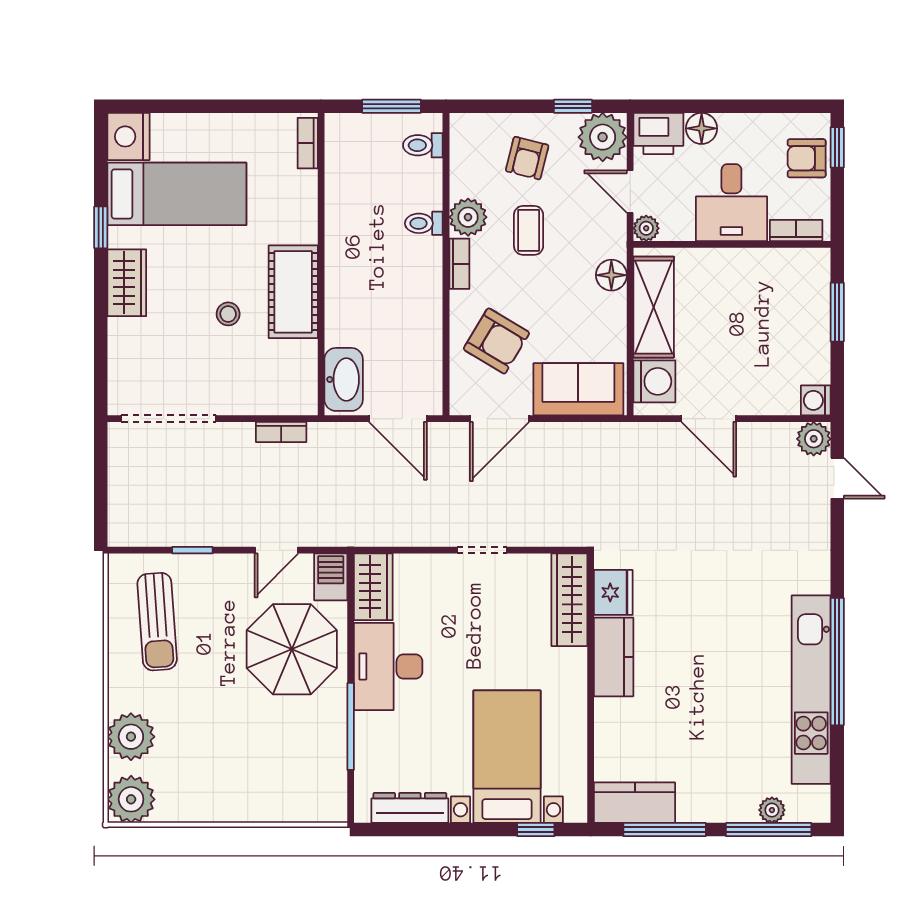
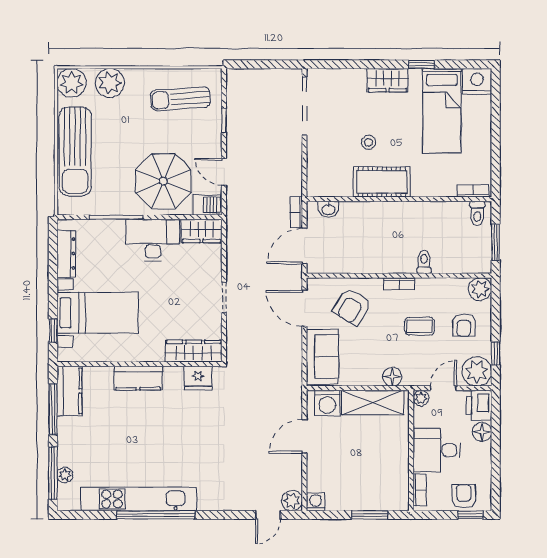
toilet: (423, 145) -> (477, 213), moved, turned 180
armchair: (527, 158) -> (464, 325), turned -104
plant: (468, 217) -> (480, 289), moved
washbasin: (344, 379) -> (328, 209), width x0.52, depth x0.69
bookcase: (281, 432) -> (296, 212), moved
kitchen counter: (614, 657) -> (138, 378), moved
sun lounger: (243, 793) -> (75, 151), added

